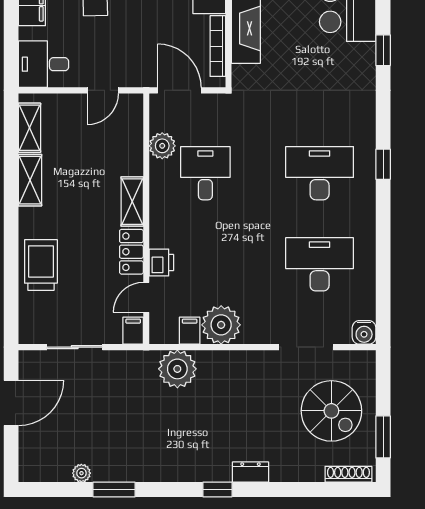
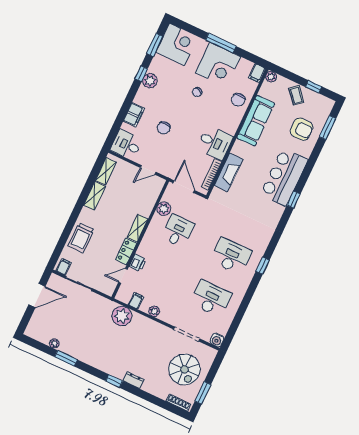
window: (383, 50) -> (294, 200), moved
trolley: (41, 265) -> (81, 238), turned 180
plant: (221, 325) -> (154, 311), width x0.53, depth x0.53
filing cabinet: (133, 331) -> (64, 267), moved

